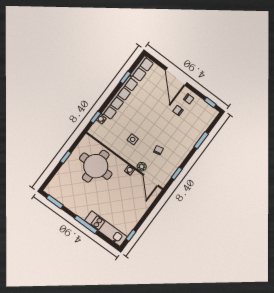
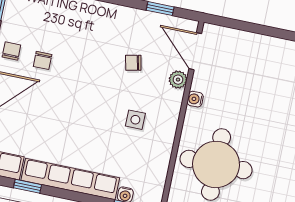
door: (151, 180) -> (195, 51), swing flipped

